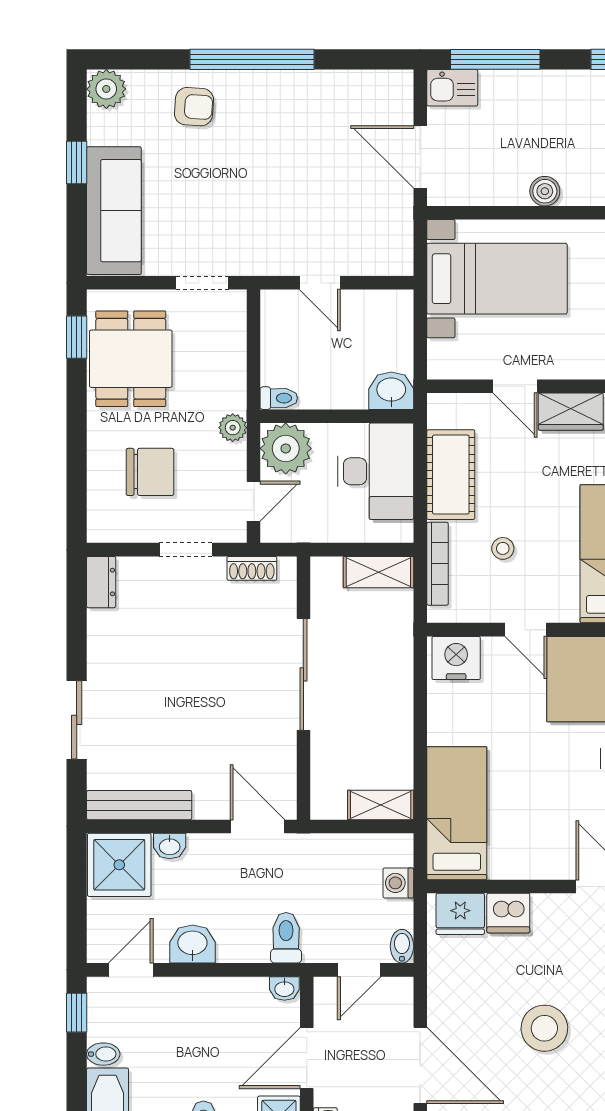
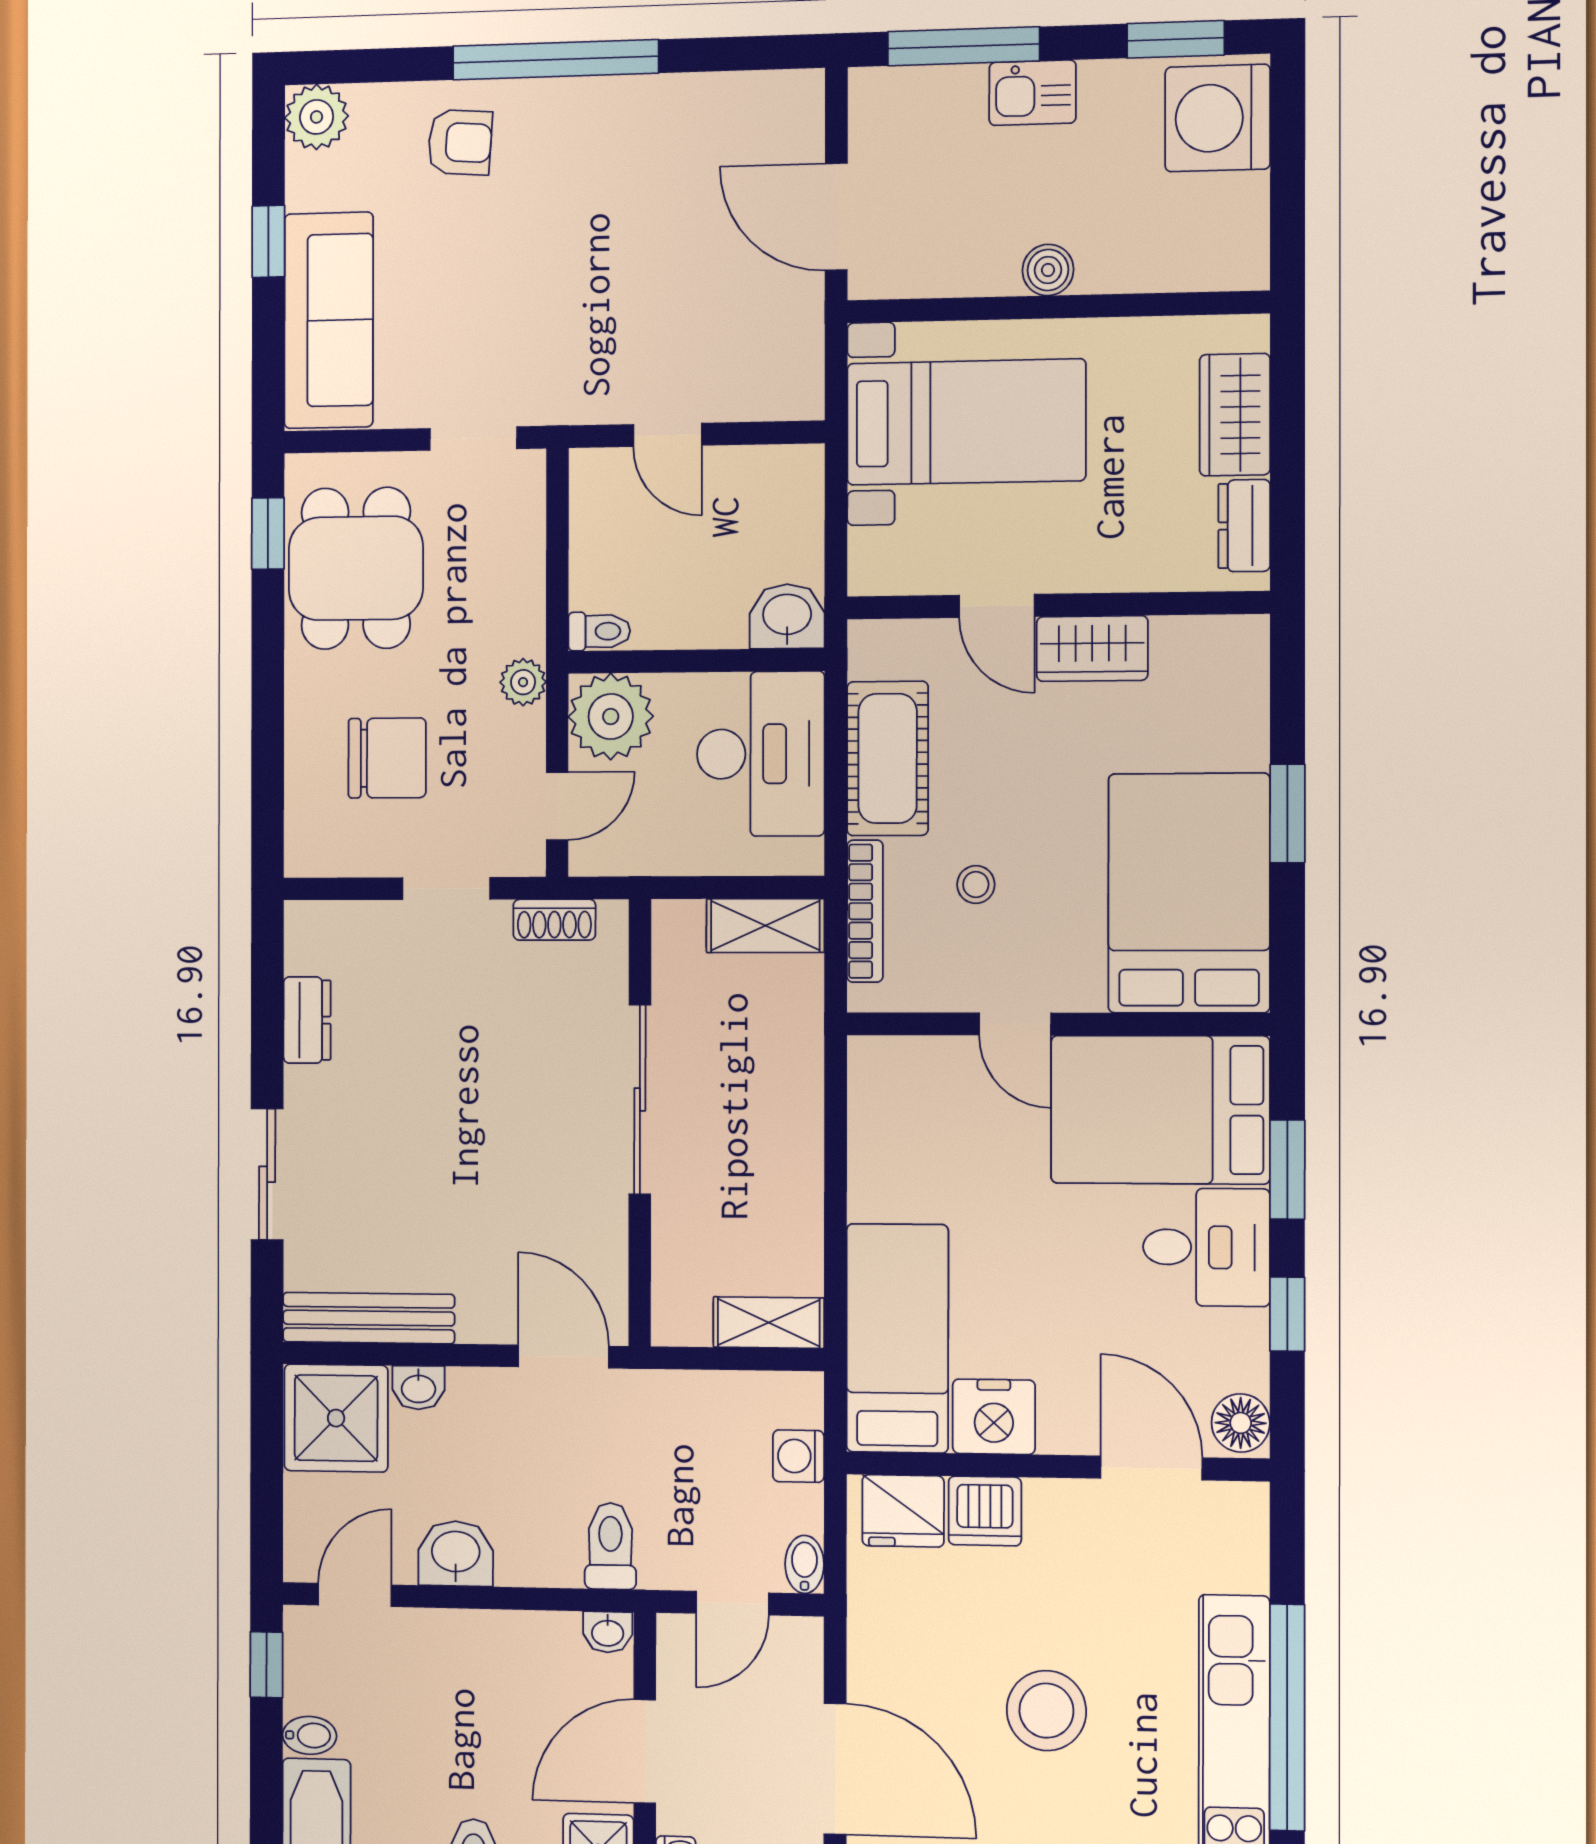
kitchen sink: (452, 88) -> (1033, 93), moved
dresser: (101, 582) -> (307, 1020), moved
nightstand: (456, 658) -> (994, 1417), moved, turned 180

